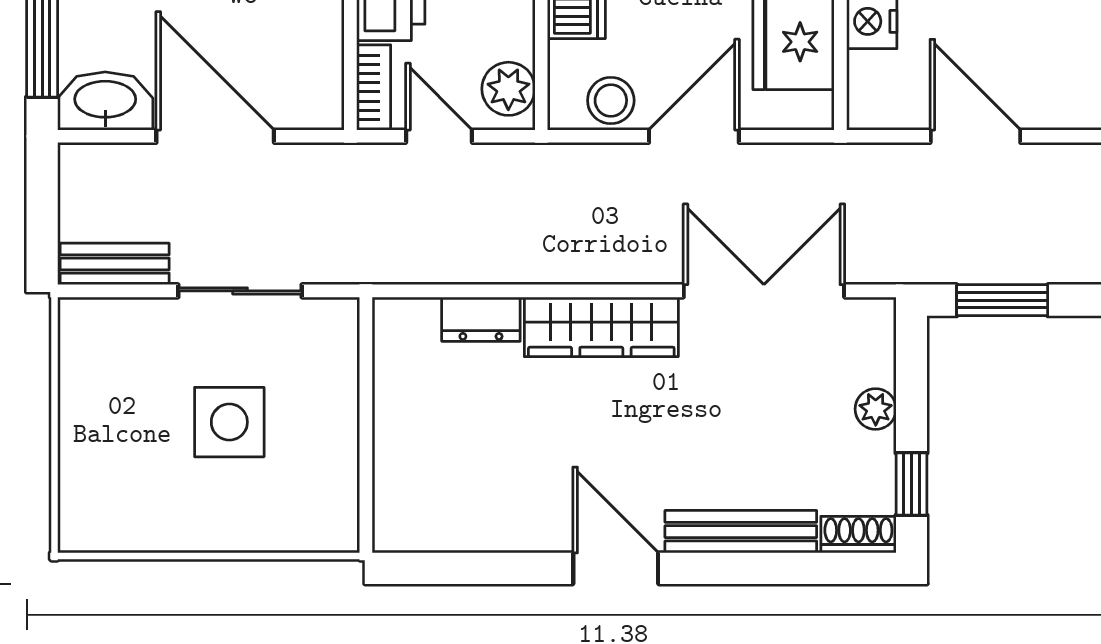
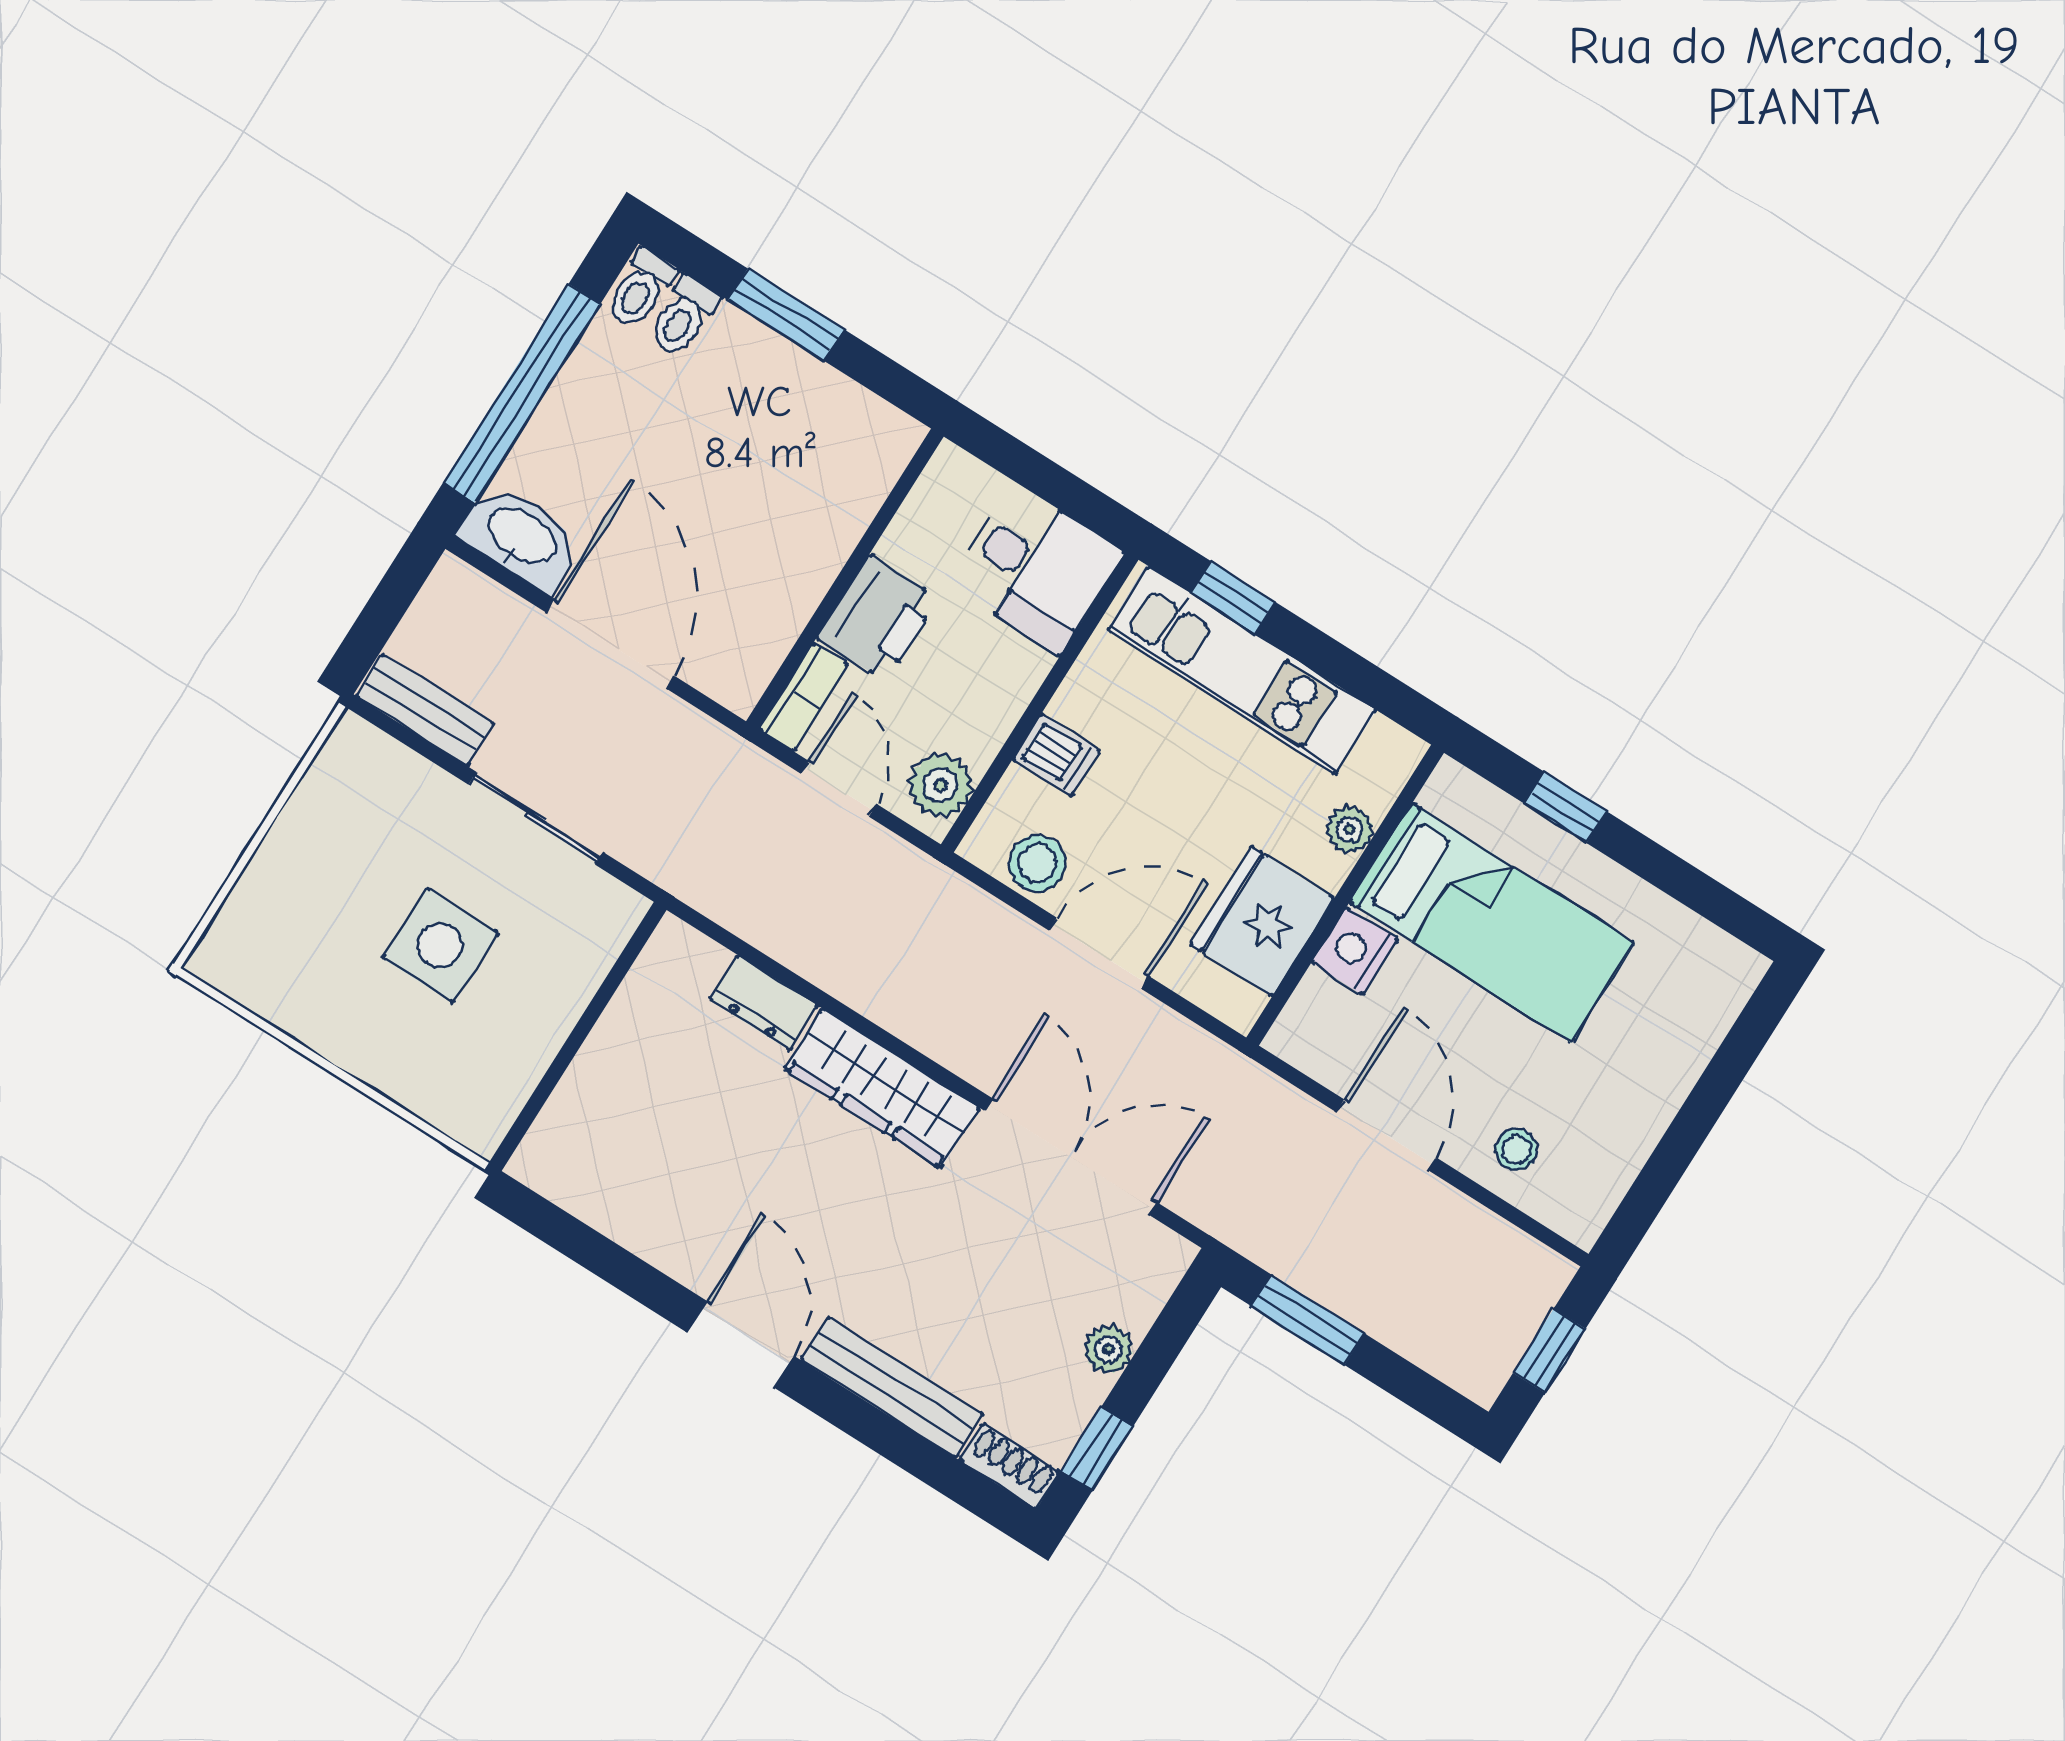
stool: (1073, 89) -> (1516, 1150), added

